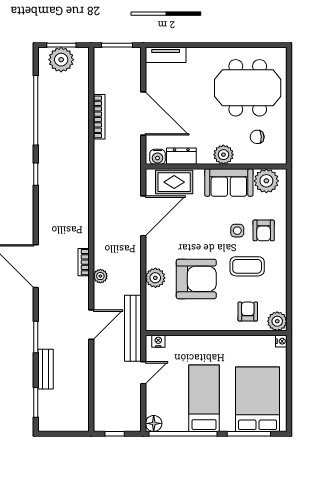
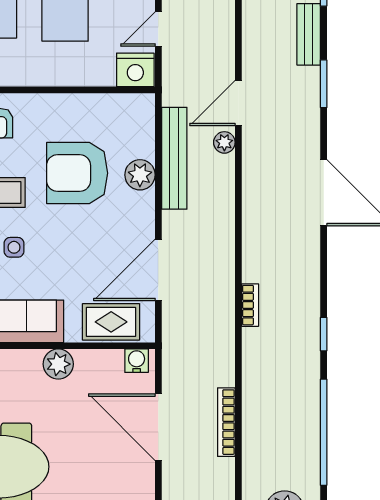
plant: (223, 155) -> (58, 364), moved
dresser: (181, 156) -> (100, 362), removed
bookcase: (84, 262) -> (250, 305), moved
plant: (100, 276) -> (224, 142), moved
bench: (133, 328) -> (174, 158), moved
nightstand: (158, 341) -> (135, 70), width x1.89, depth x1.79

